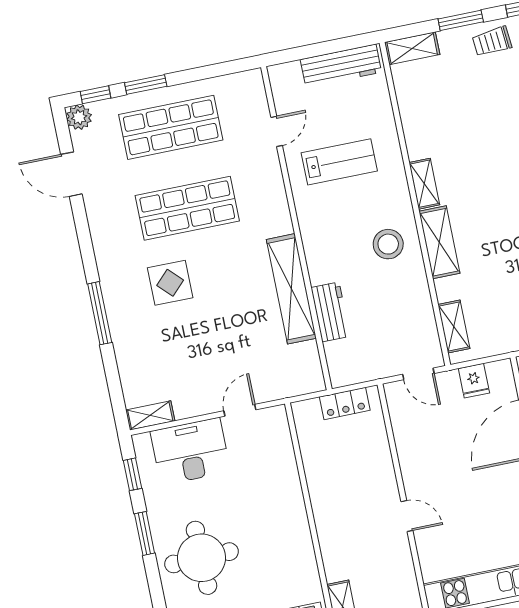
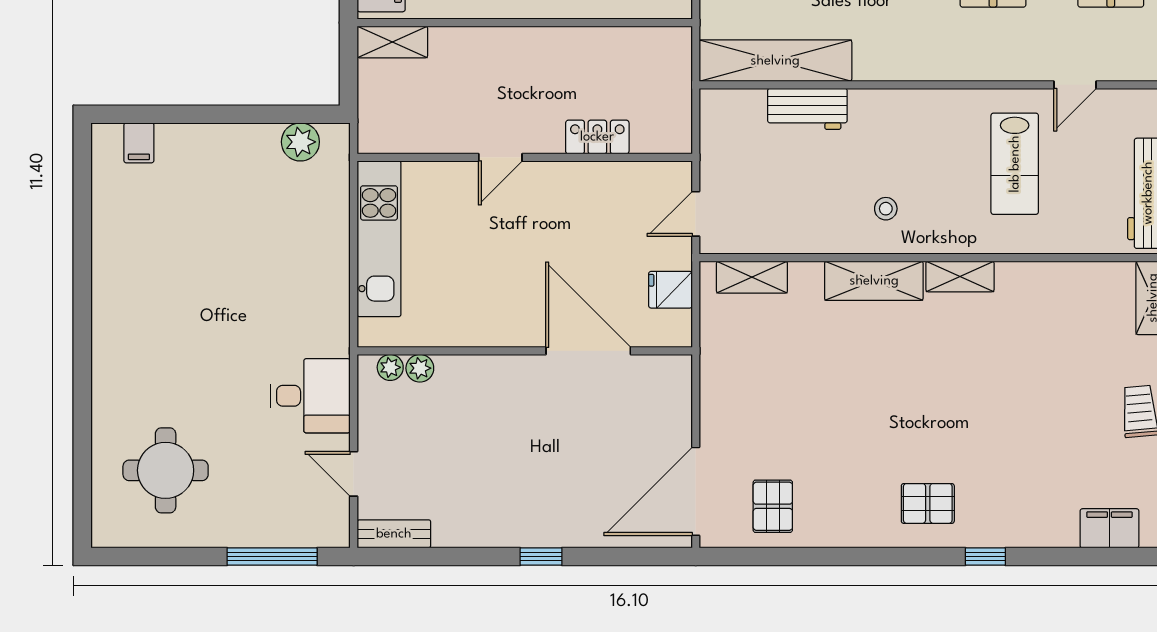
door: (277, 131) -> (1075, 85), hinge flipped
stool: (388, 244) -> (886, 209), width x0.53, depth x0.53
shelving: (291, 289) -> (775, 61), moved
locker: (345, 403) -> (597, 137), moved, turned 90

